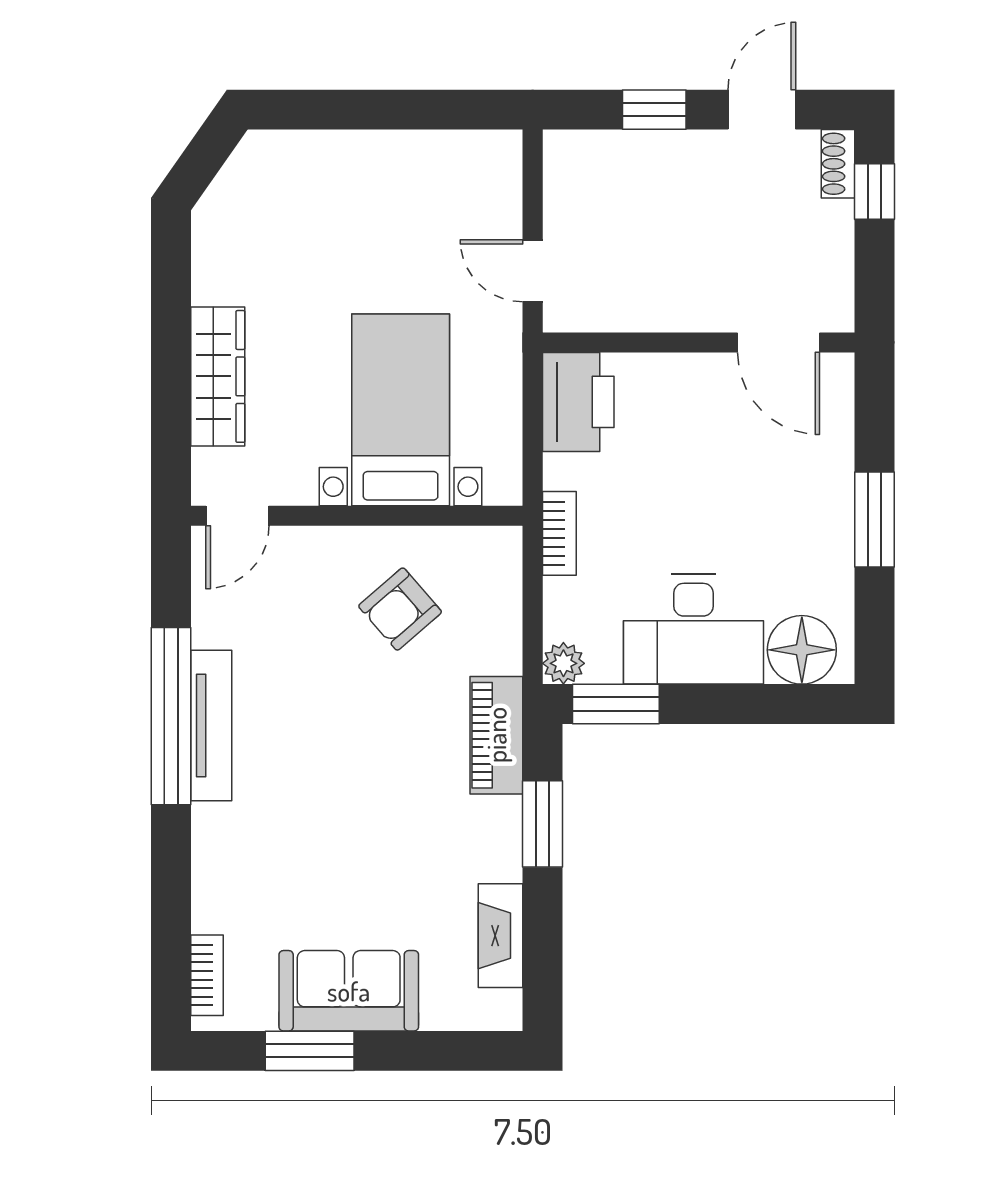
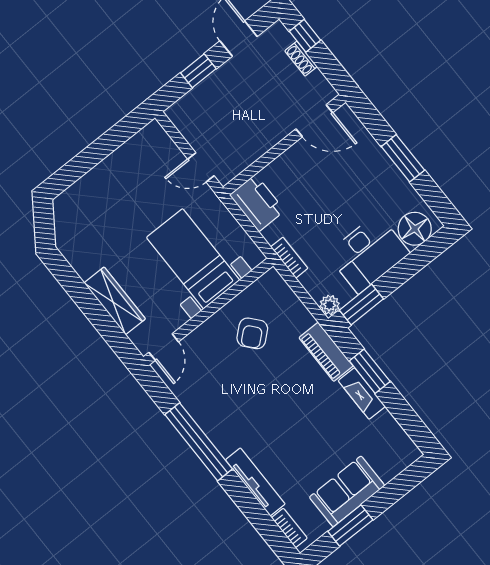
shoe rack: (838, 164) -> (301, 59), moved
tv unit: (211, 725) -> (255, 482), moved
fireplace: (501, 936) -> (362, 394), moved

